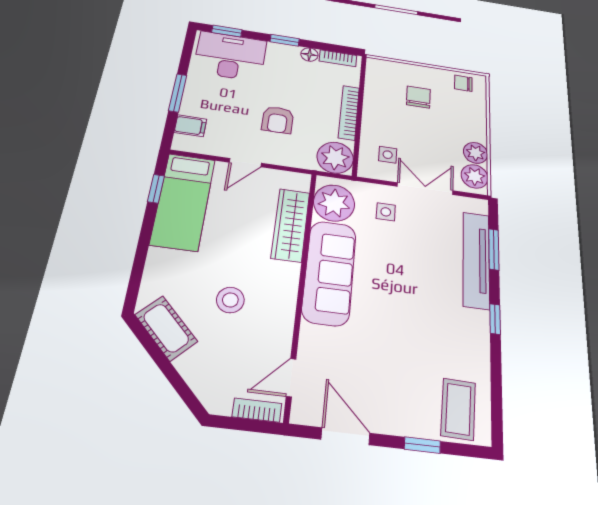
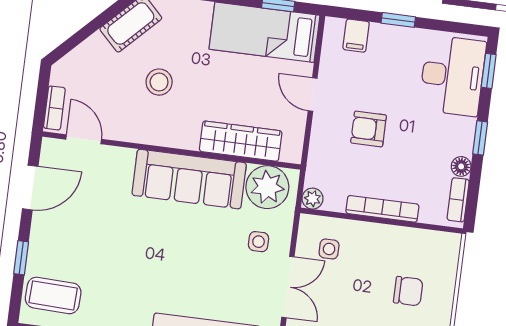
window: (178, 93) -> (398, 20), width x0.67
plant: (335, 158) -> (312, 199), width x0.53, depth x0.53

